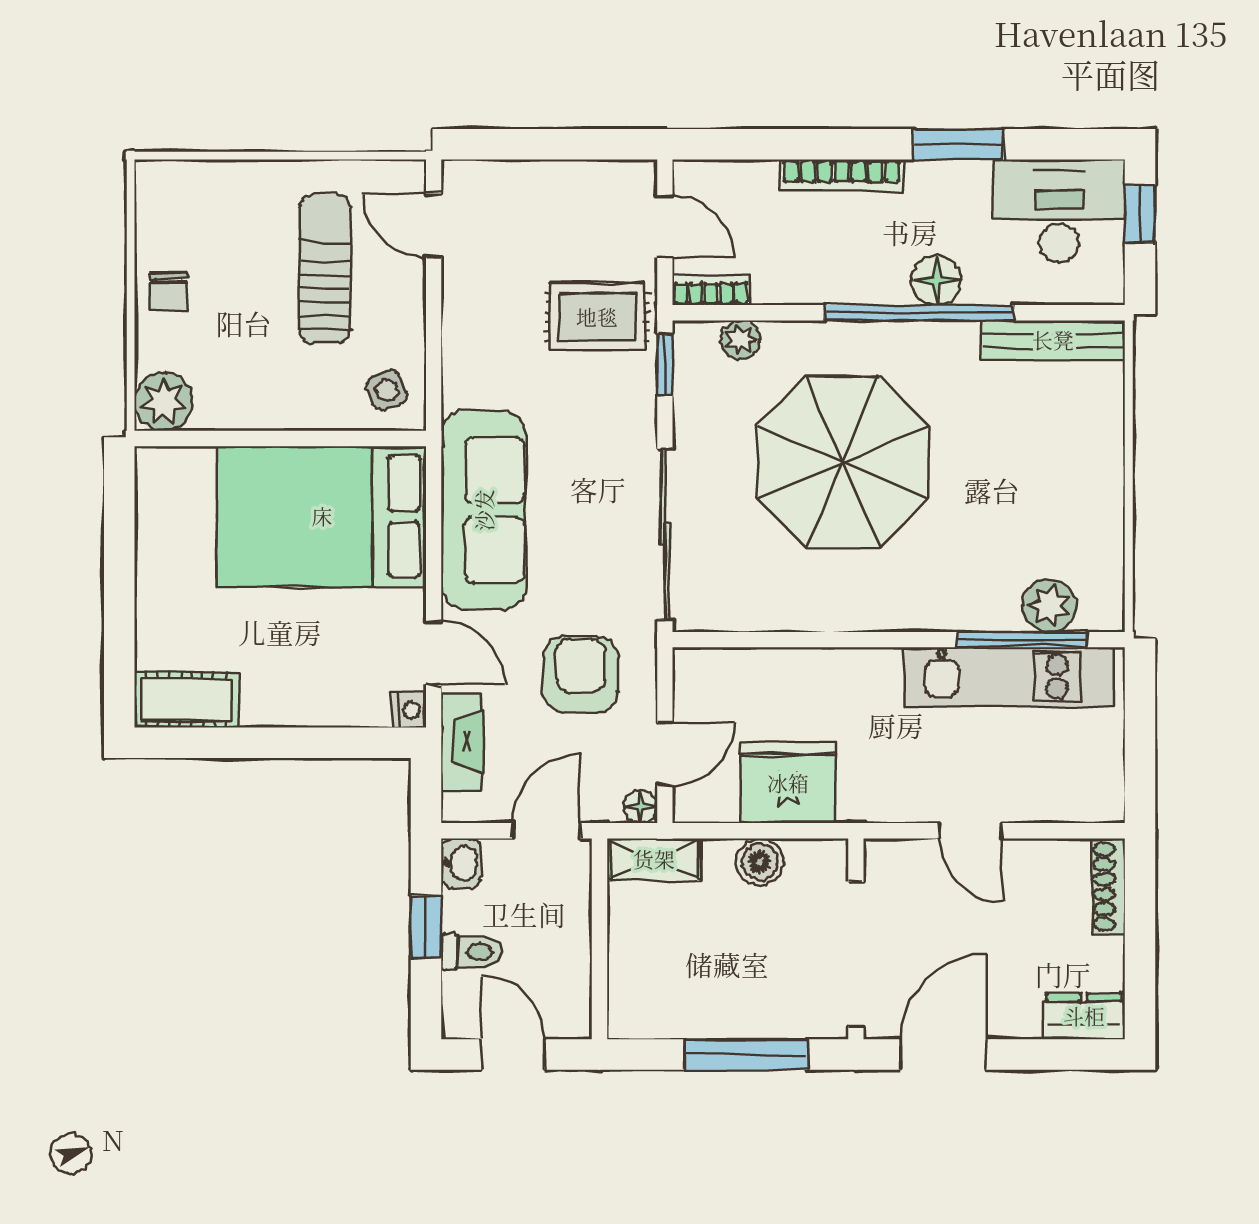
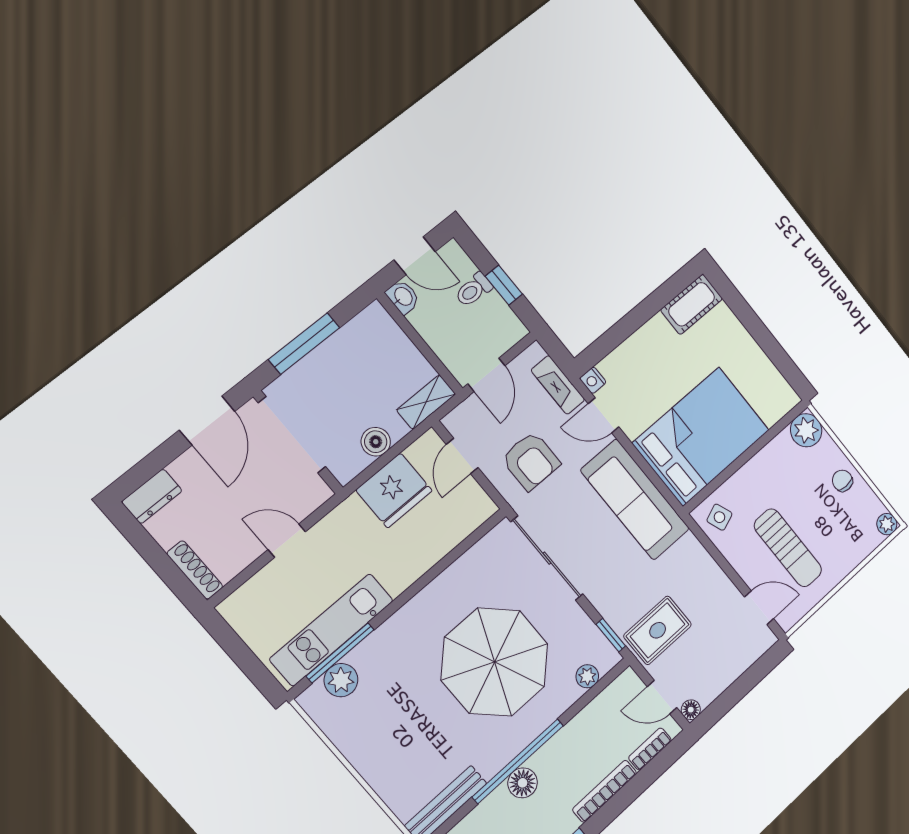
plant: (153, 179) -> (887, 524), added
bookcase: (711, 290) -> (650, 749), moved, turned 180
floor lamp: (641, 806) -> (691, 710), moved
washbasin: (461, 863) -> (403, 297), moved, turned 180

